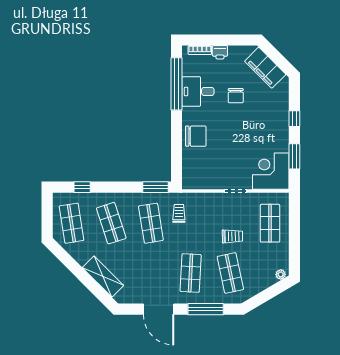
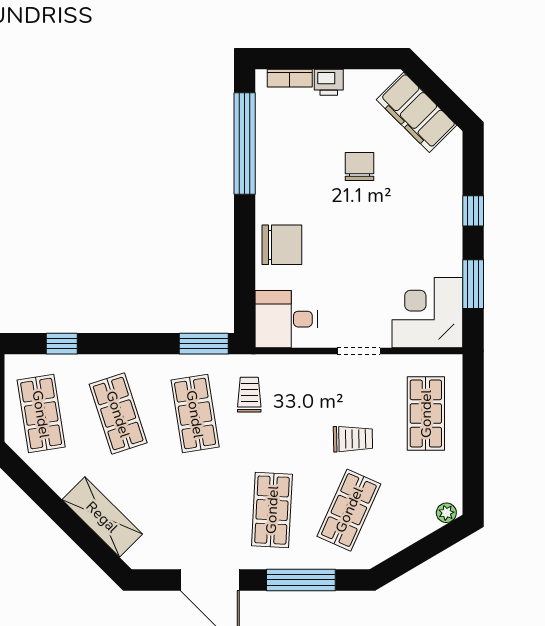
desk: (198, 91) -> (286, 319), moved
chair: (236, 96) -> (359, 166), turned 180
shop shelf: (230, 273) -> (349, 510), turned 36

